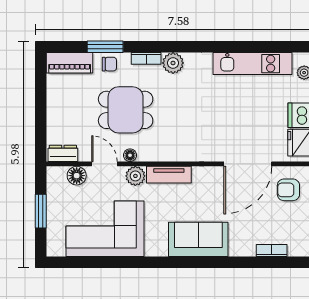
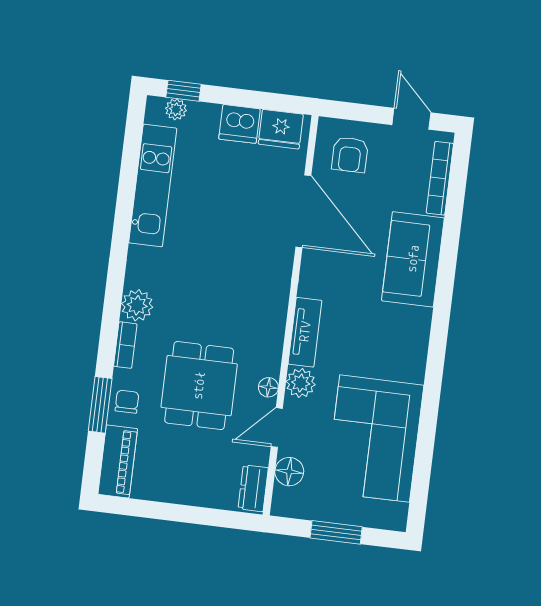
sofa: (198, 239) -> (413, 259), moved
bookcase: (272, 250) -> (440, 178), width x1.56

